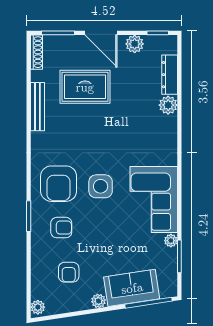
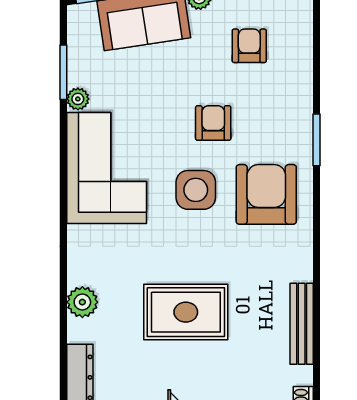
rug: (85, 87) -> (186, 312), moved
plant: (168, 105) -> (82, 302), moved
armchair: (61, 228) -> (213, 123), moved, turned 90

